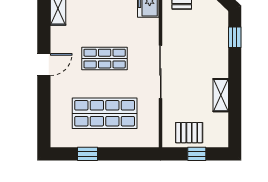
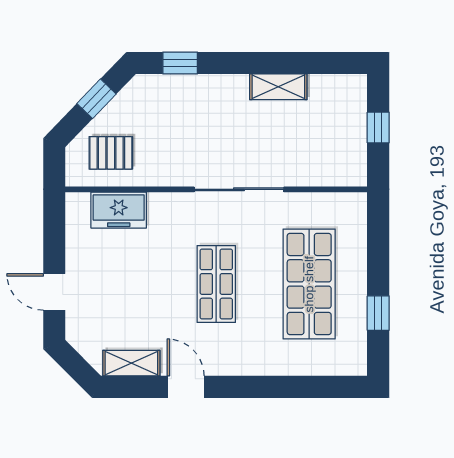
door: (44, 64) -> (186, 387), moved
pallet: (189, 133) -> (342, 141), removed

